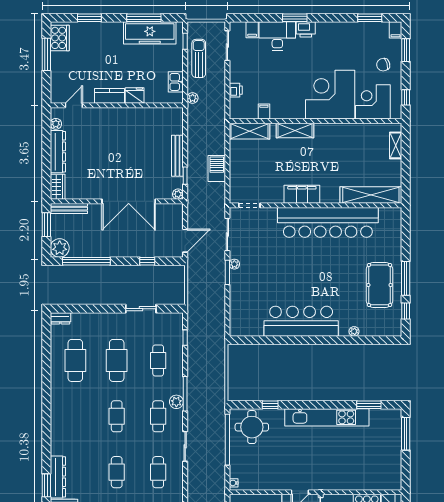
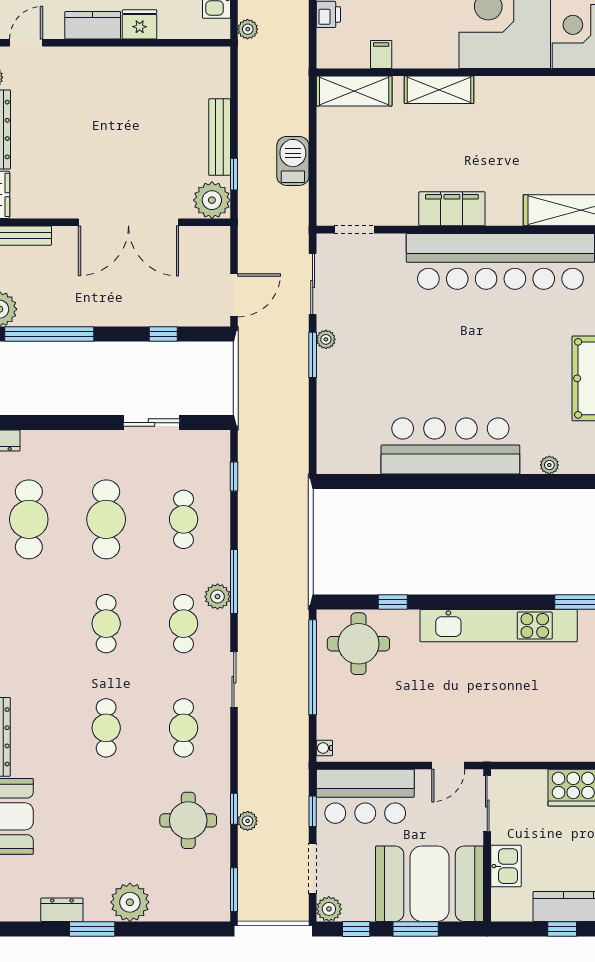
plant: (178, 194) -> (212, 200), width x1.88, depth x1.88

